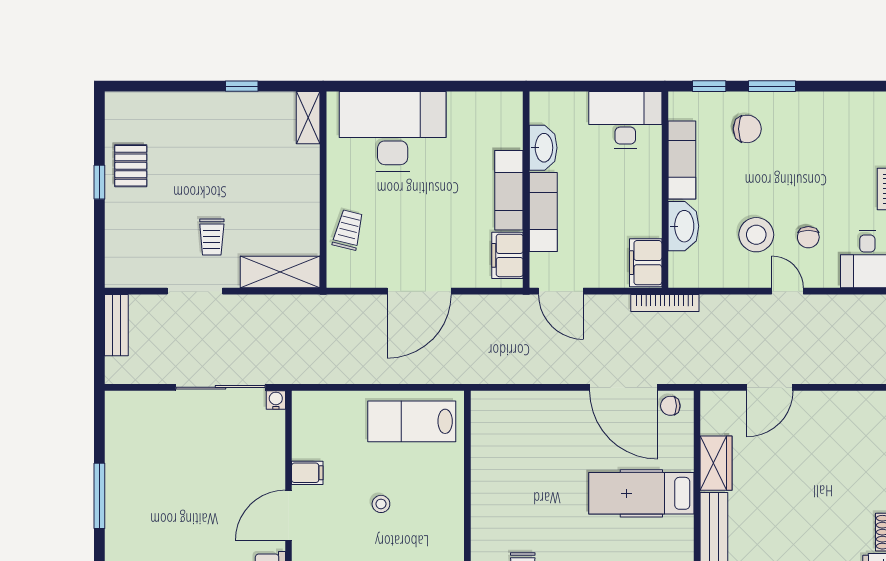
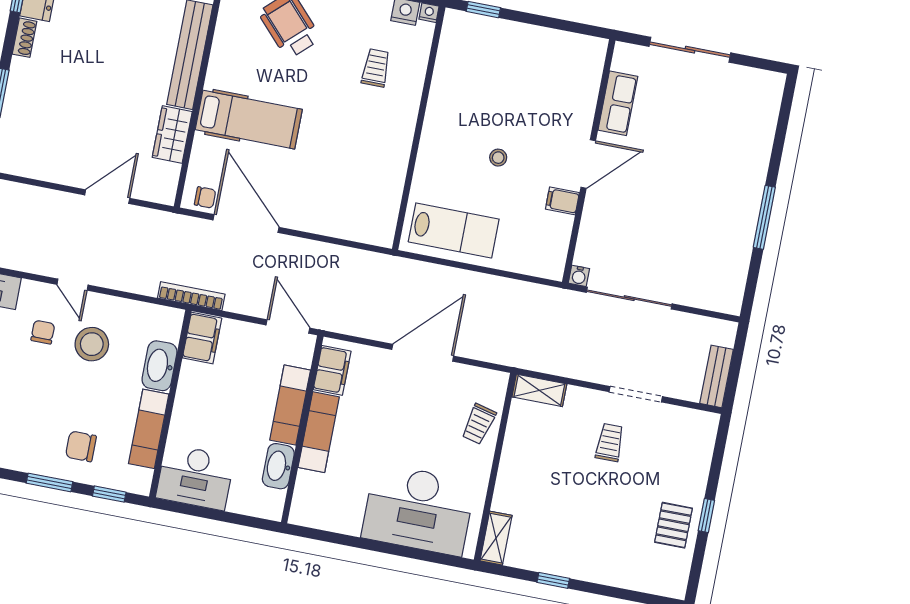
shelving: (280, 272) -> (539, 390), width x0.67, depth x0.75

